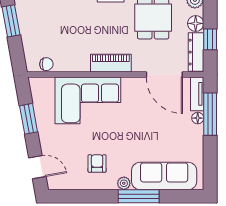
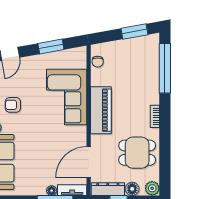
piano: (111, 63) -> (101, 110), width x1.37, depth x1.33
armchair: (97, 163) -> (13, 105), turned 180

